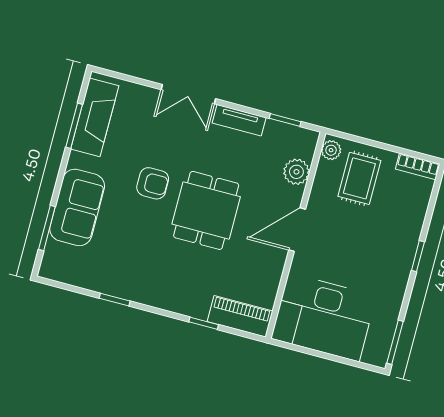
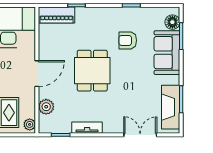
double door: (188, 94) -> (140, 135), moved
armchair: (153, 183) -> (128, 40), moved
floor lamp: (55, 255) -> (172, 22), added

